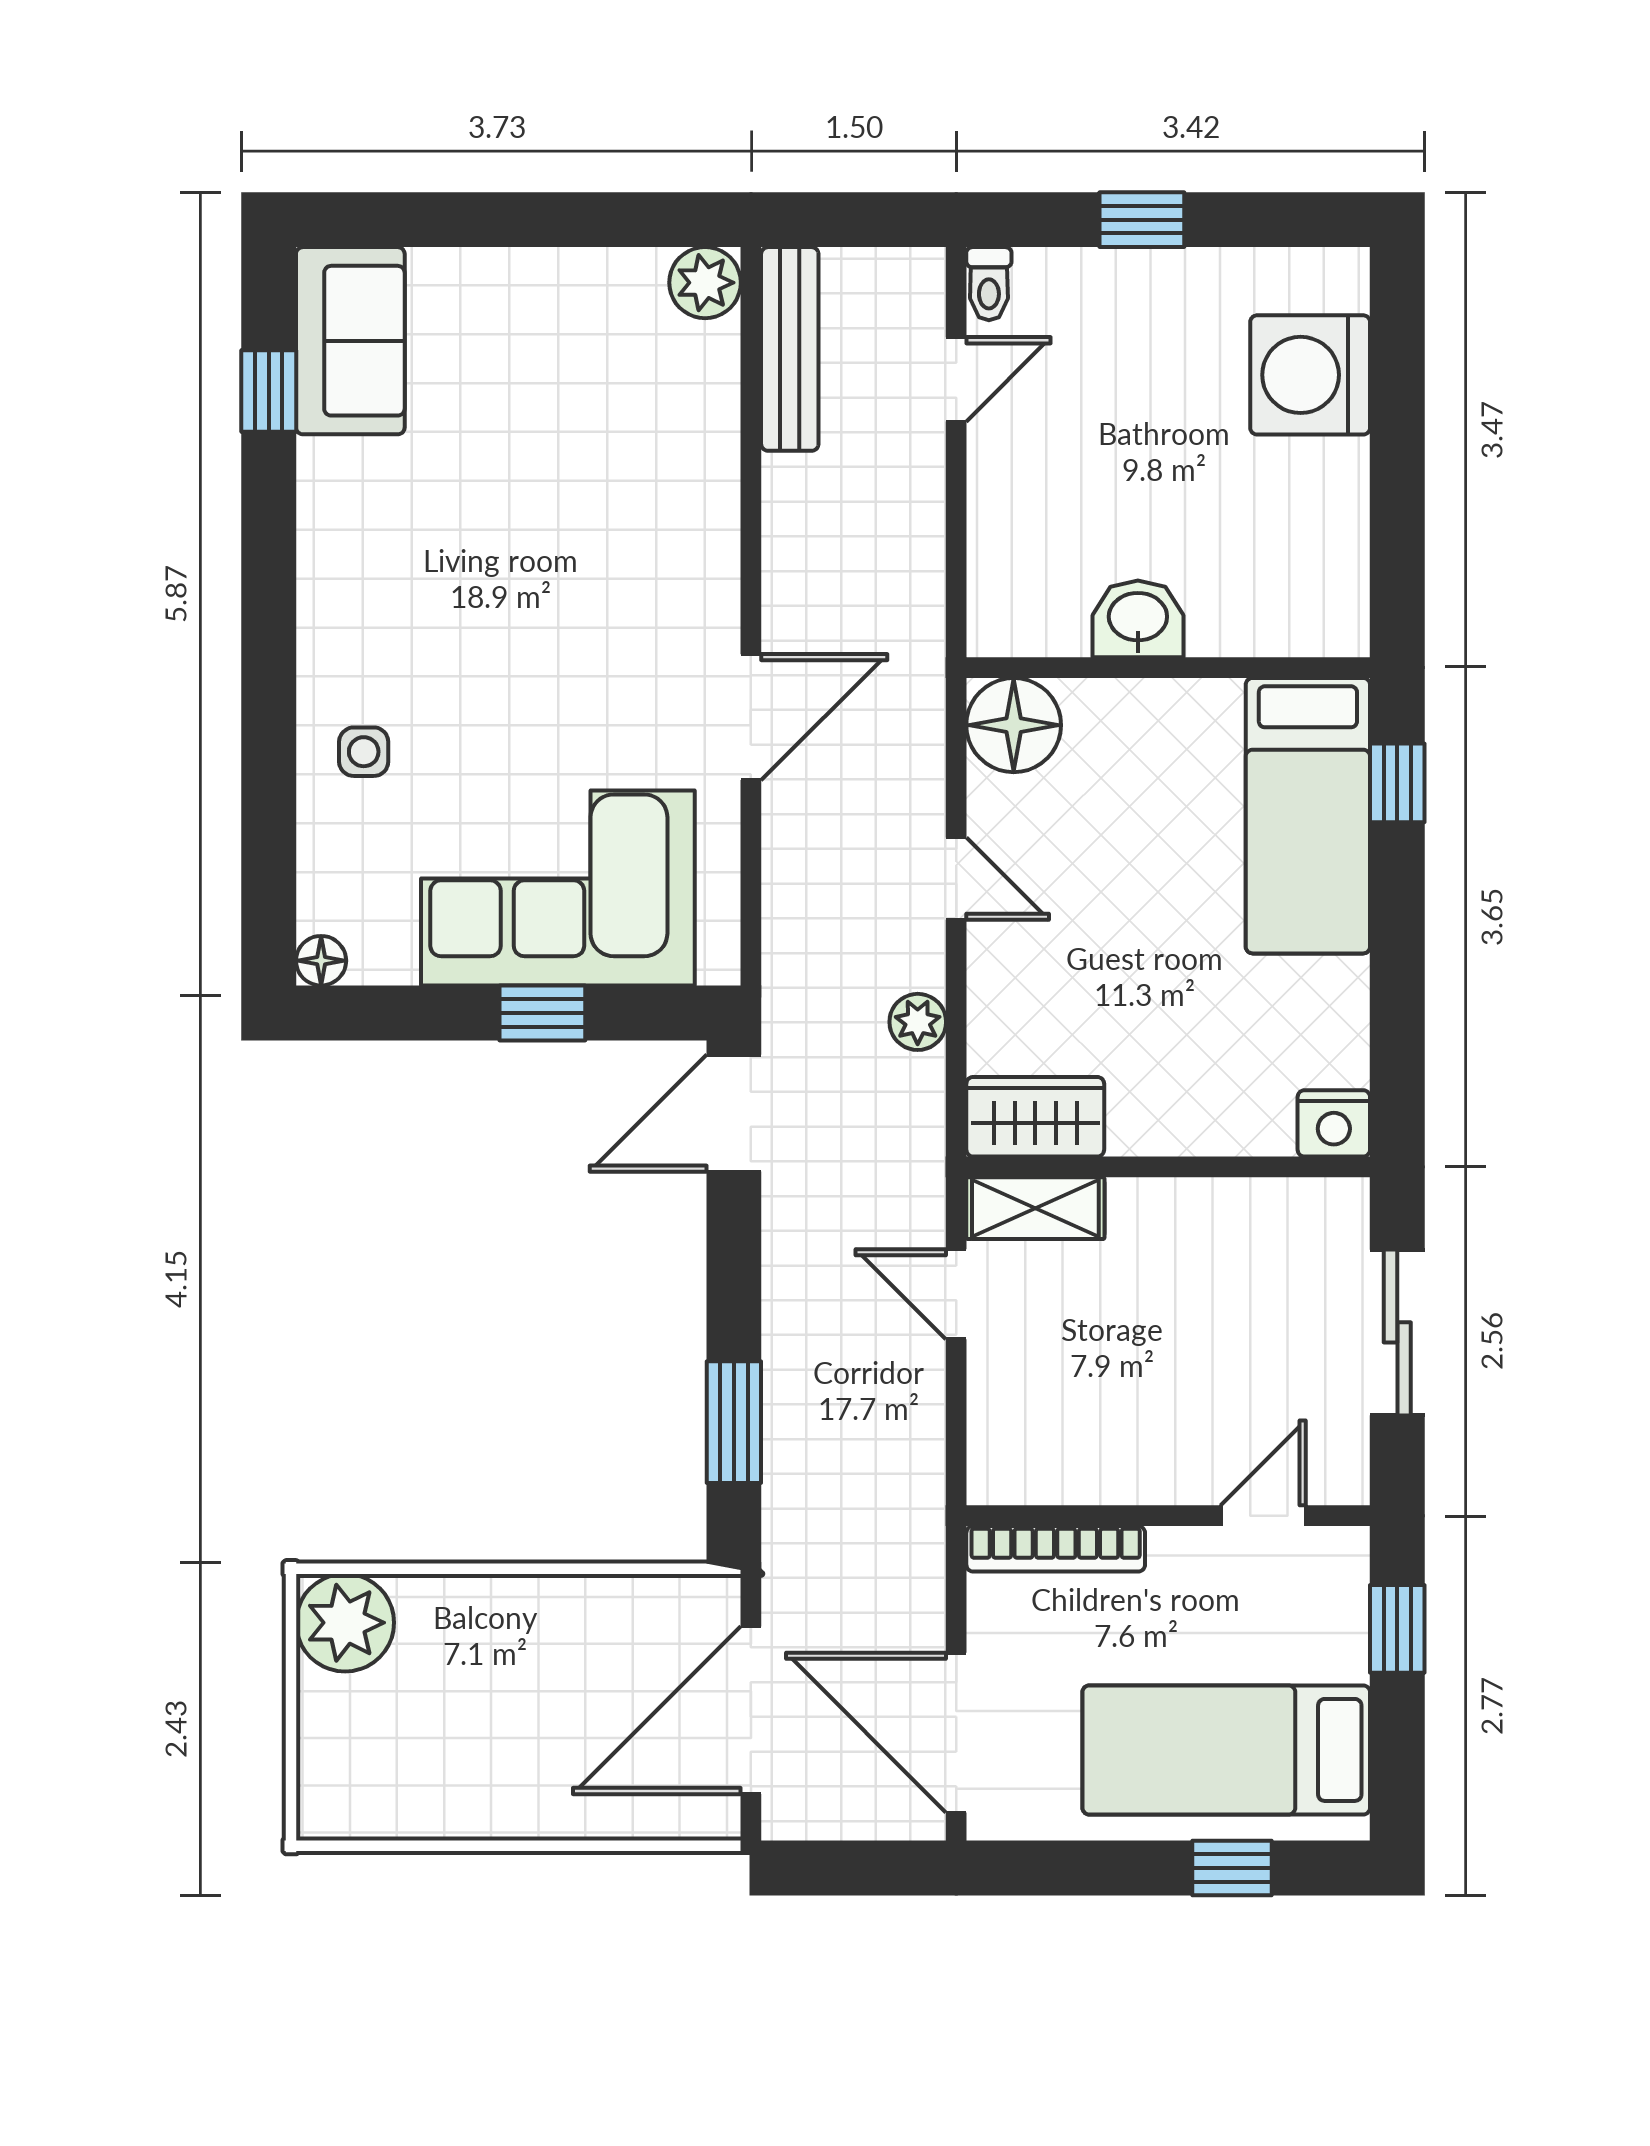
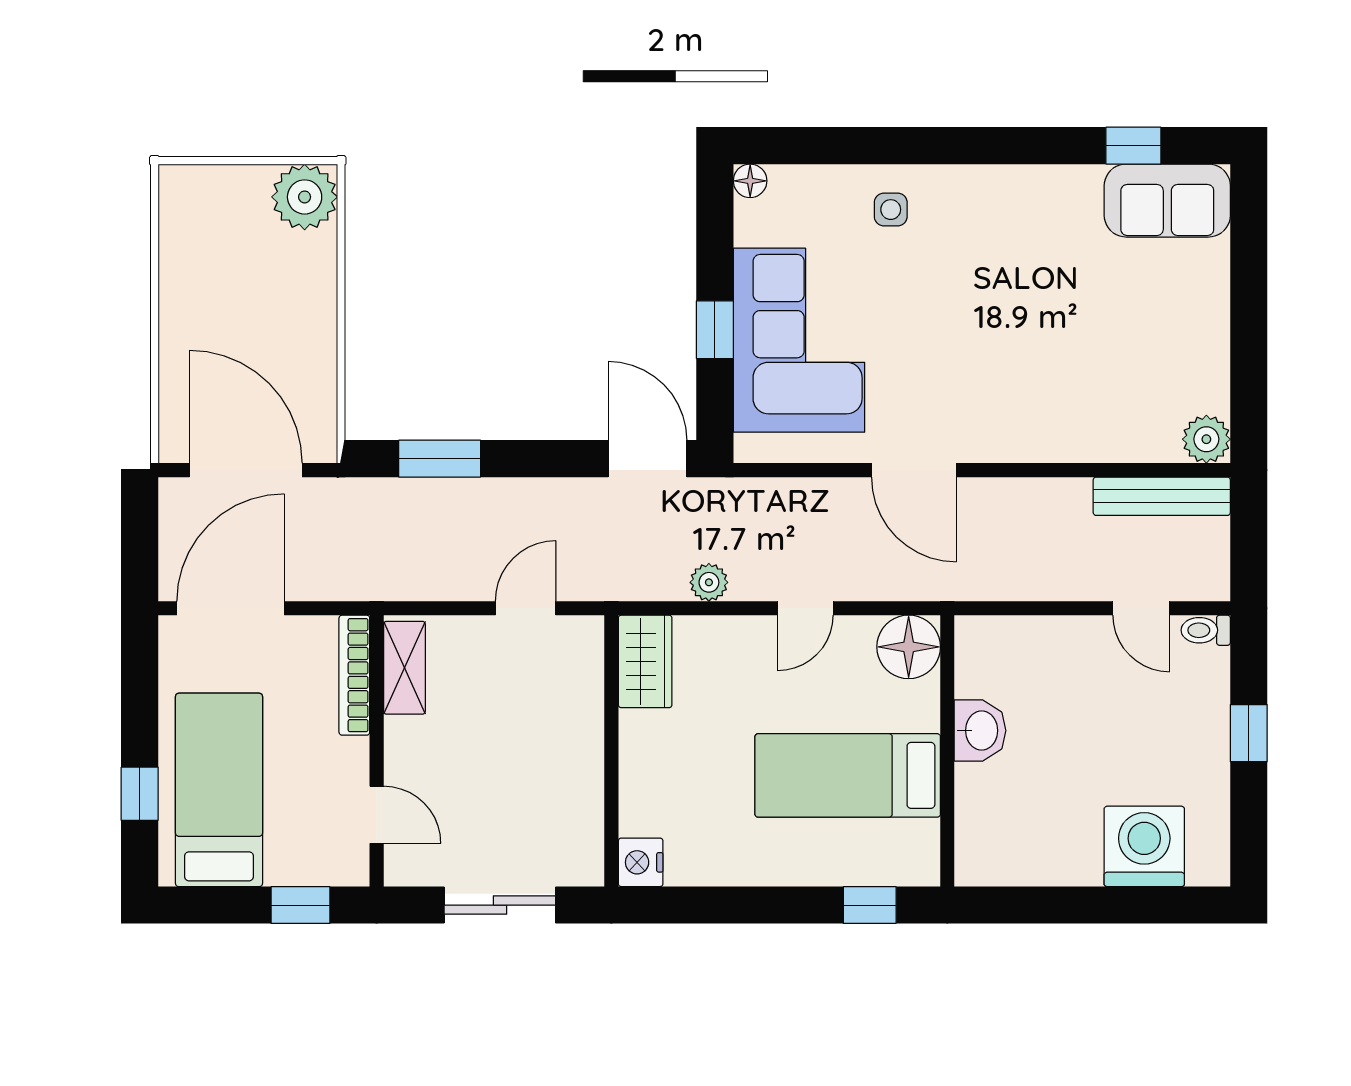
bed: (1308, 816) -> (848, 775), moved
shelving: (1035, 1208) -> (404, 668), moved

